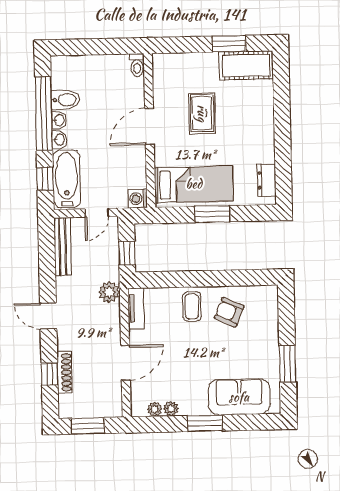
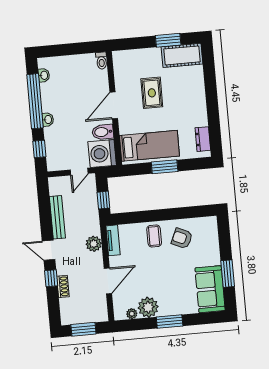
bidet: (65, 100) -> (103, 132), moved, turned 180
washbasin: (59, 120) -> (44, 75), moved
bathtub: (67, 179) -> (55, 148), removed
washing machine: (138, 199) -> (102, 154), width x1.89, depth x1.89
bench: (63, 246) -> (57, 217), moved
plant: (109, 292) -> (94, 244), moved
shoe rack: (64, 372) -> (63, 286), width x0.70
window: (50, 374) -> (51, 278), moved
sofa: (239, 397) -> (210, 289), moved, turned -90
plant: (171, 409) -> (148, 307), width x1.88, depth x1.88

